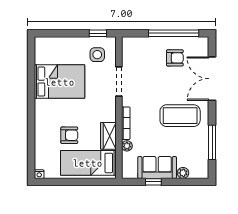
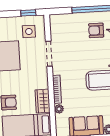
armchair: (175, 58) -> (96, 30), turned 180

